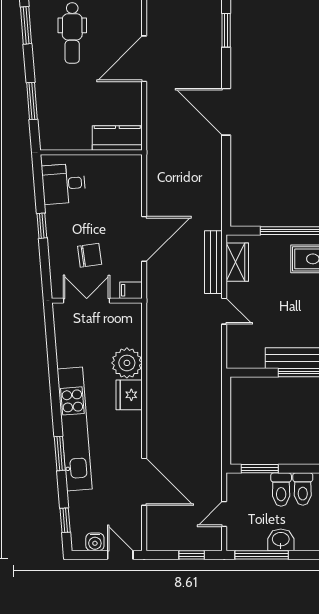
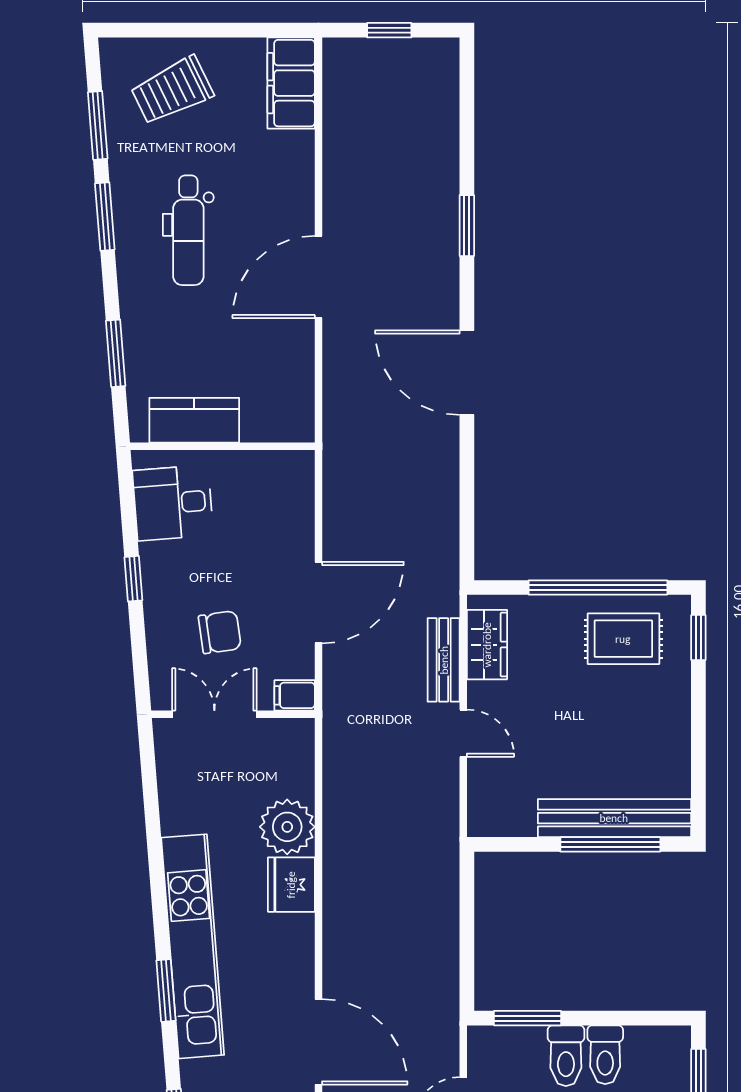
kitchen counter: (117, 138) -> (194, 420), moved
bench: (213, 262) -> (444, 660), width x0.73

